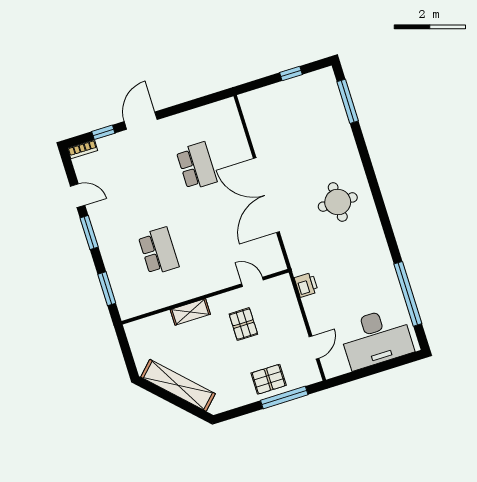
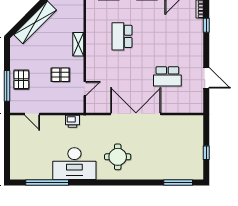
door: (141, 121) -> (206, 78), moved
school desk: (158, 251) -> (122, 36), turned 90
desk: (376, 338) -> (74, 164), moved, turned -90

